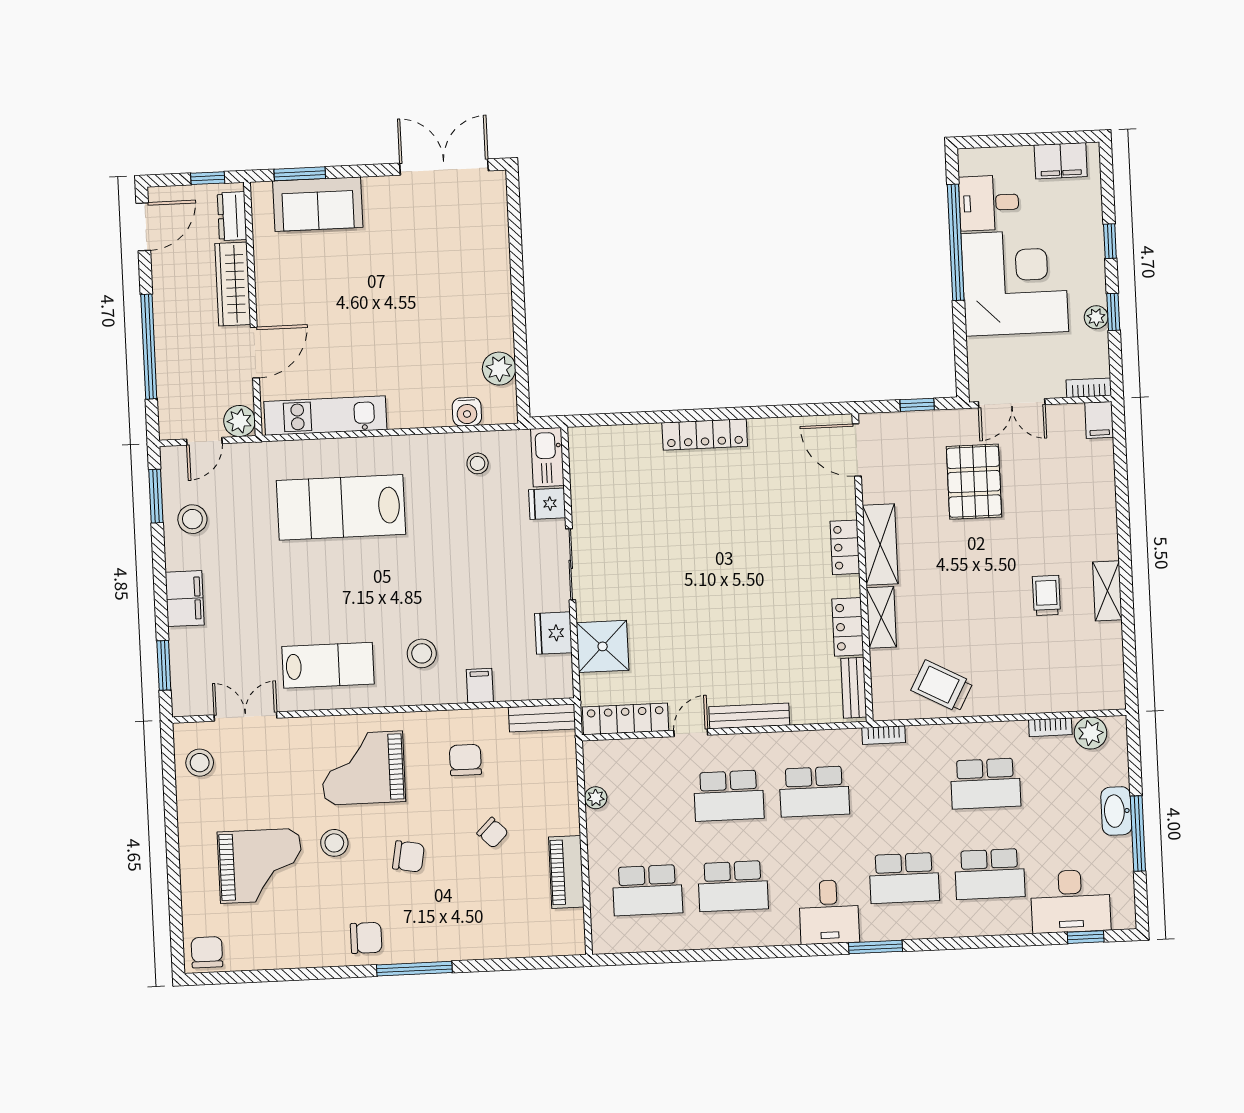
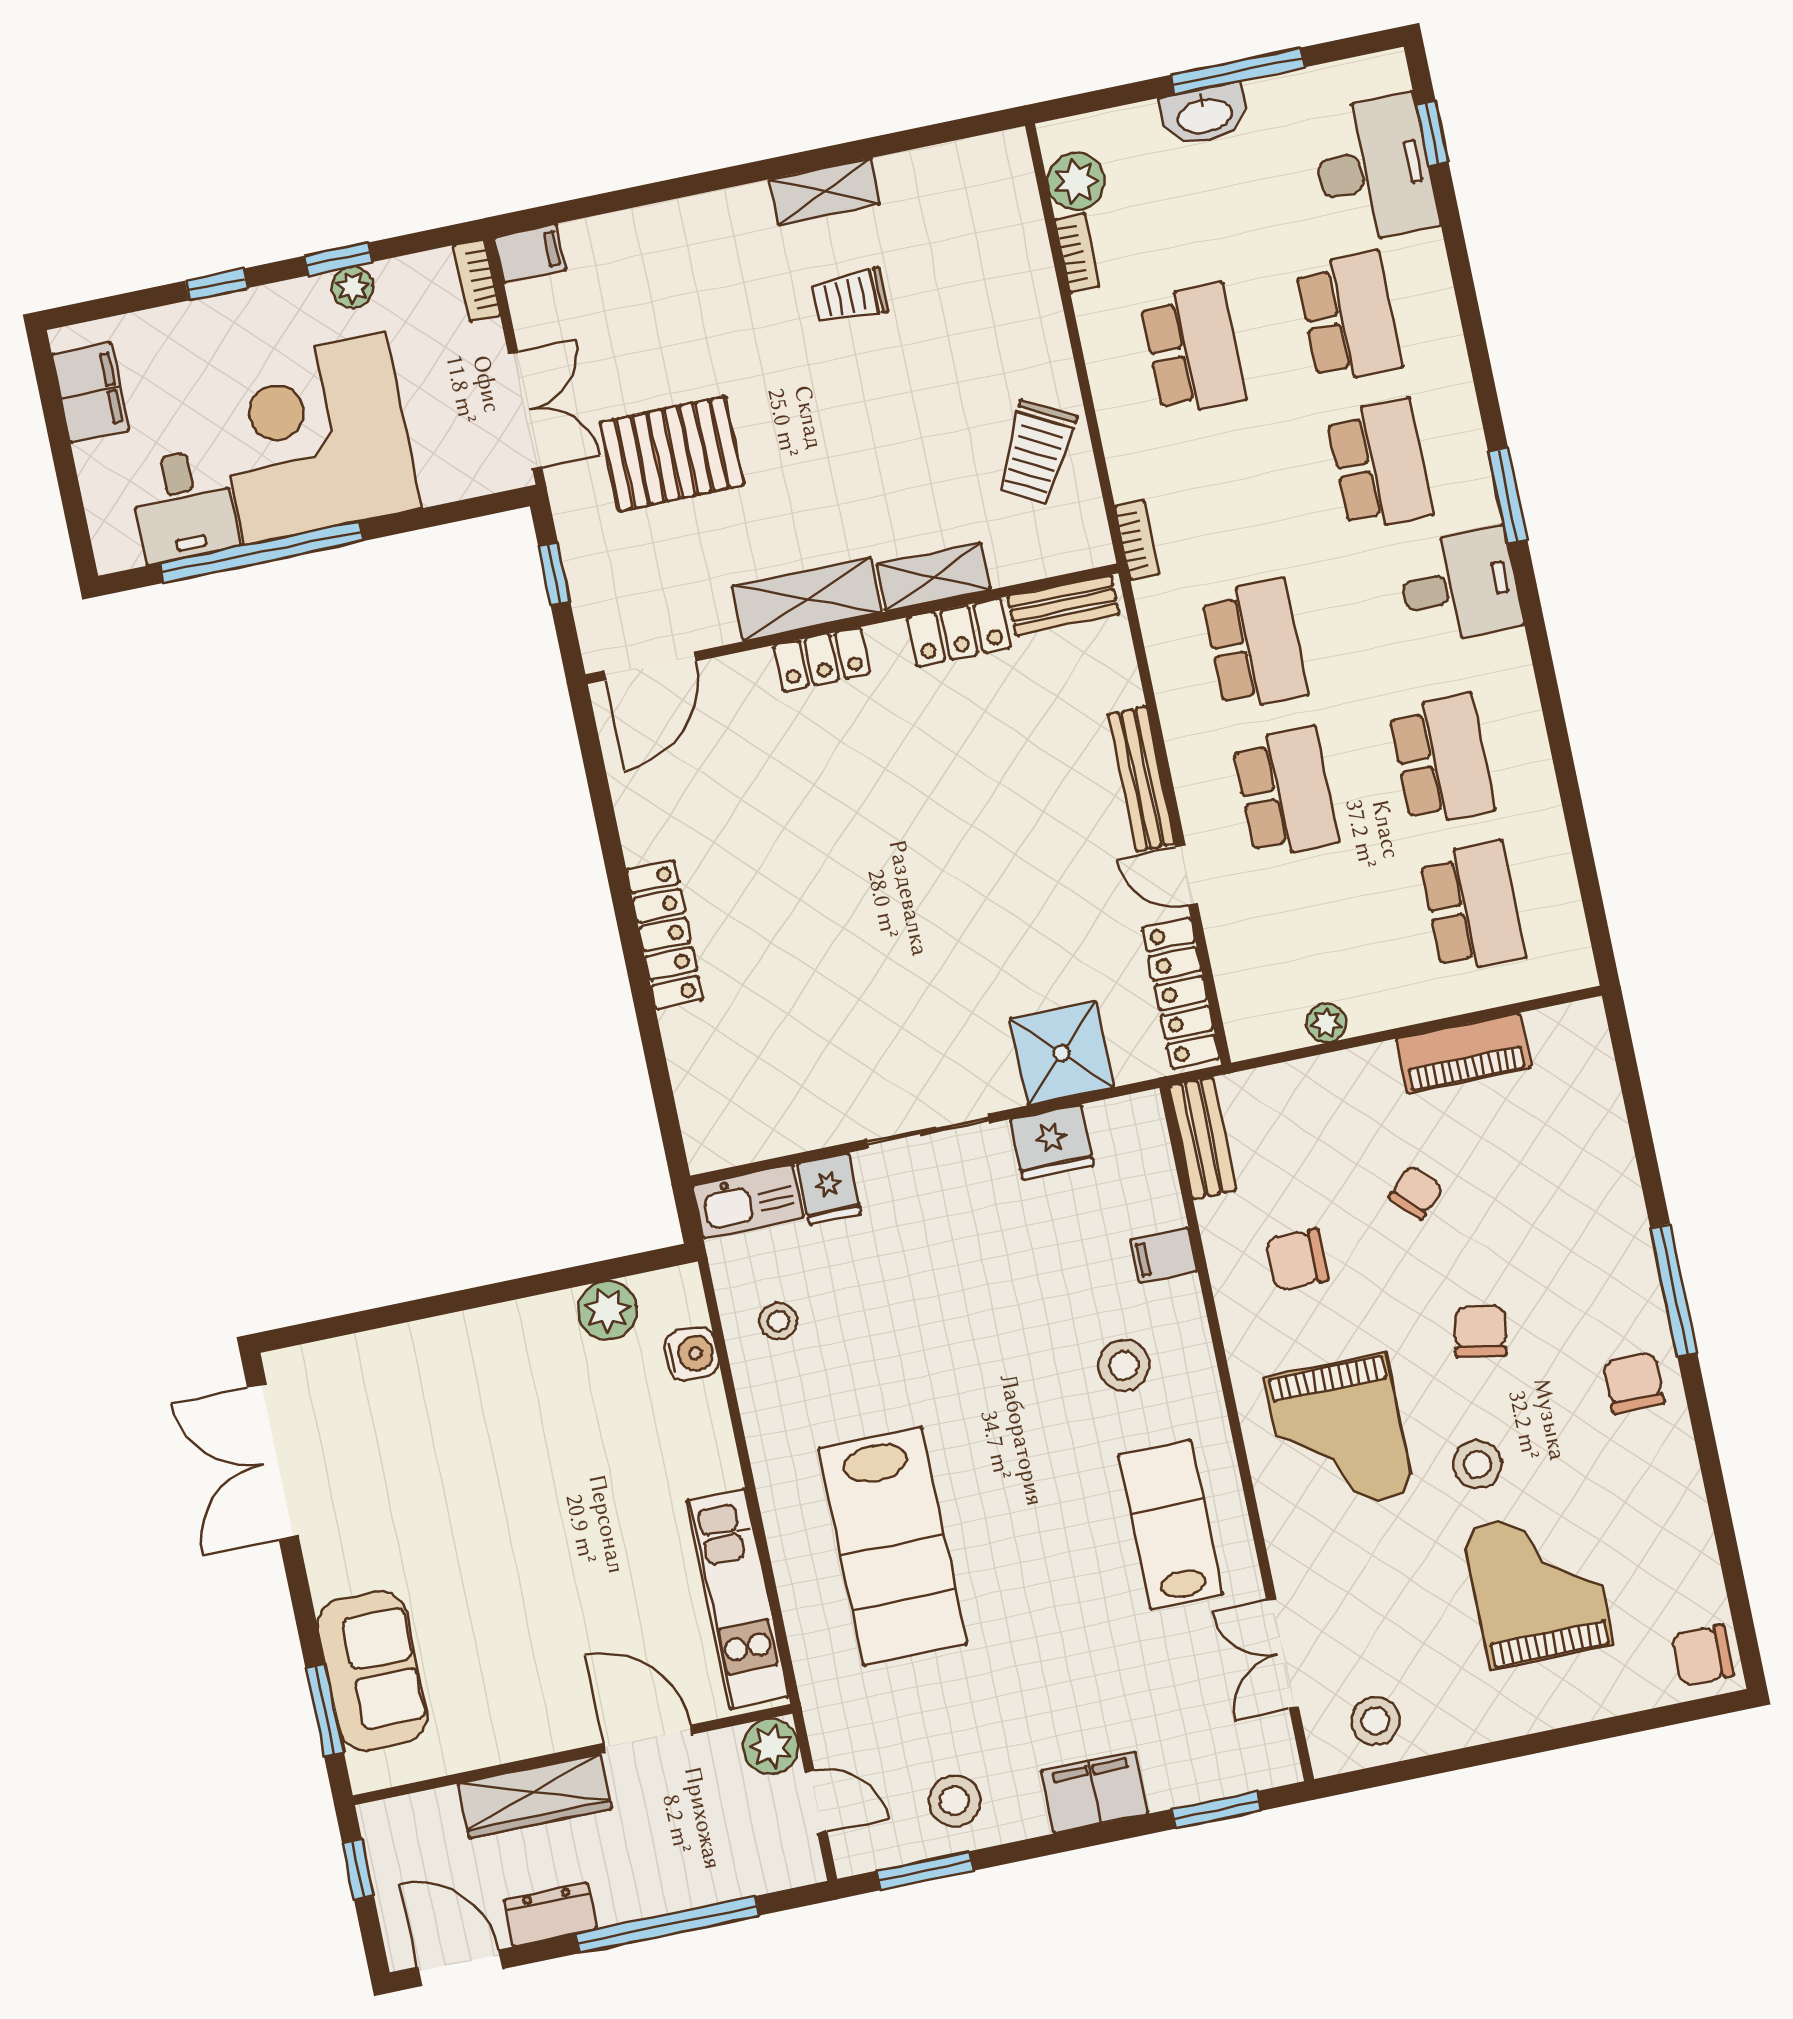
dresser: (232, 216) -> (550, 1914), moved, turned 180

